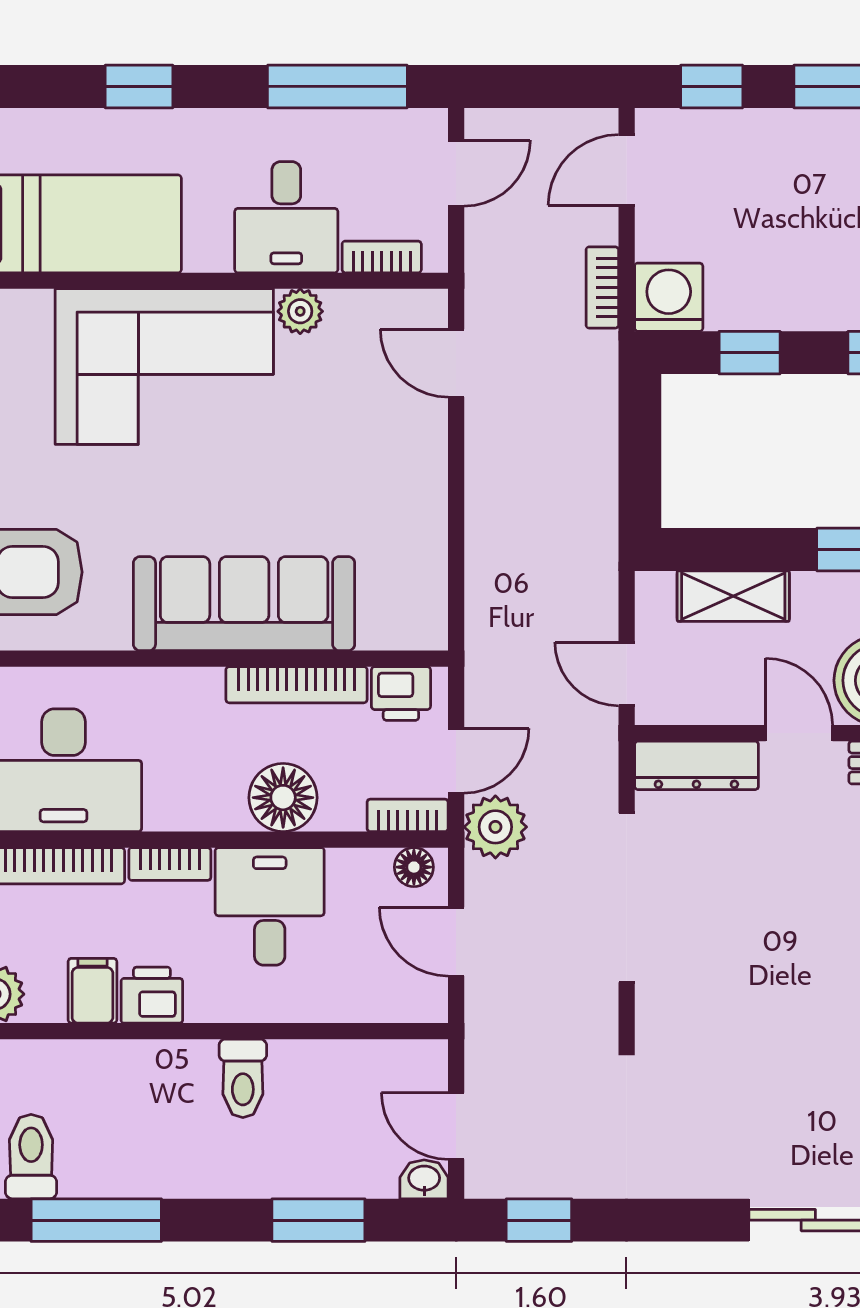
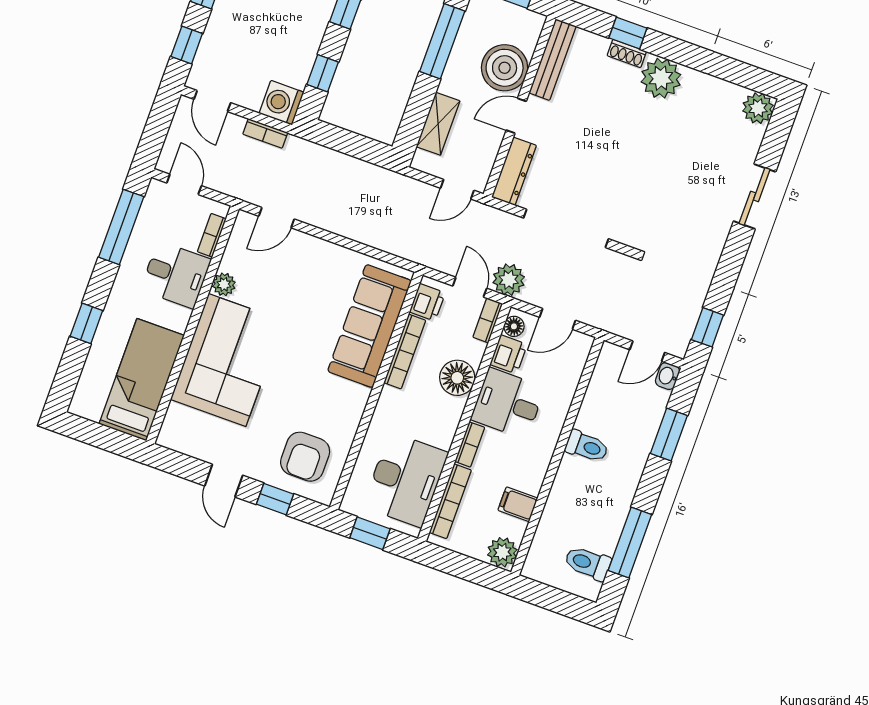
sofa: (244, 604) -> (369, 326), moved
printer: (152, 995) -> (509, 354), moved, turned 180

